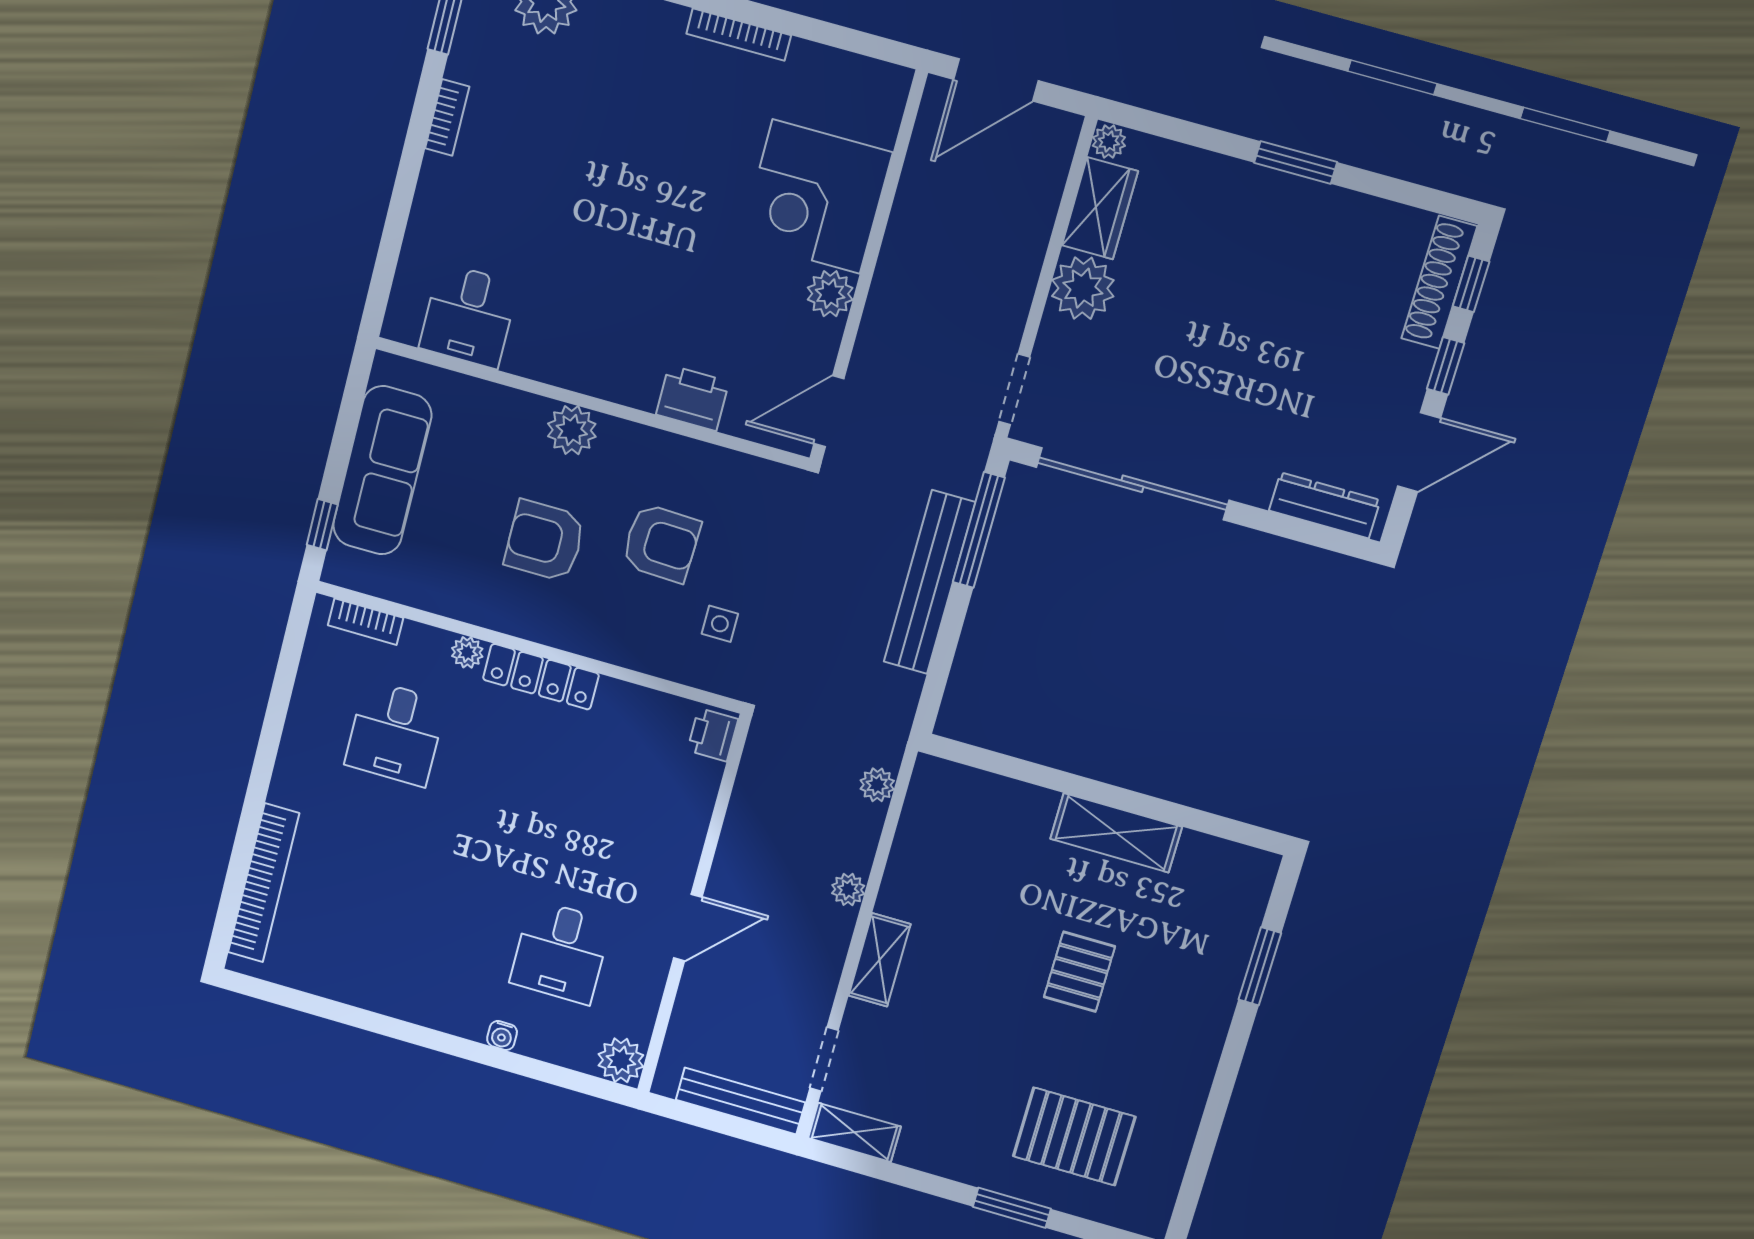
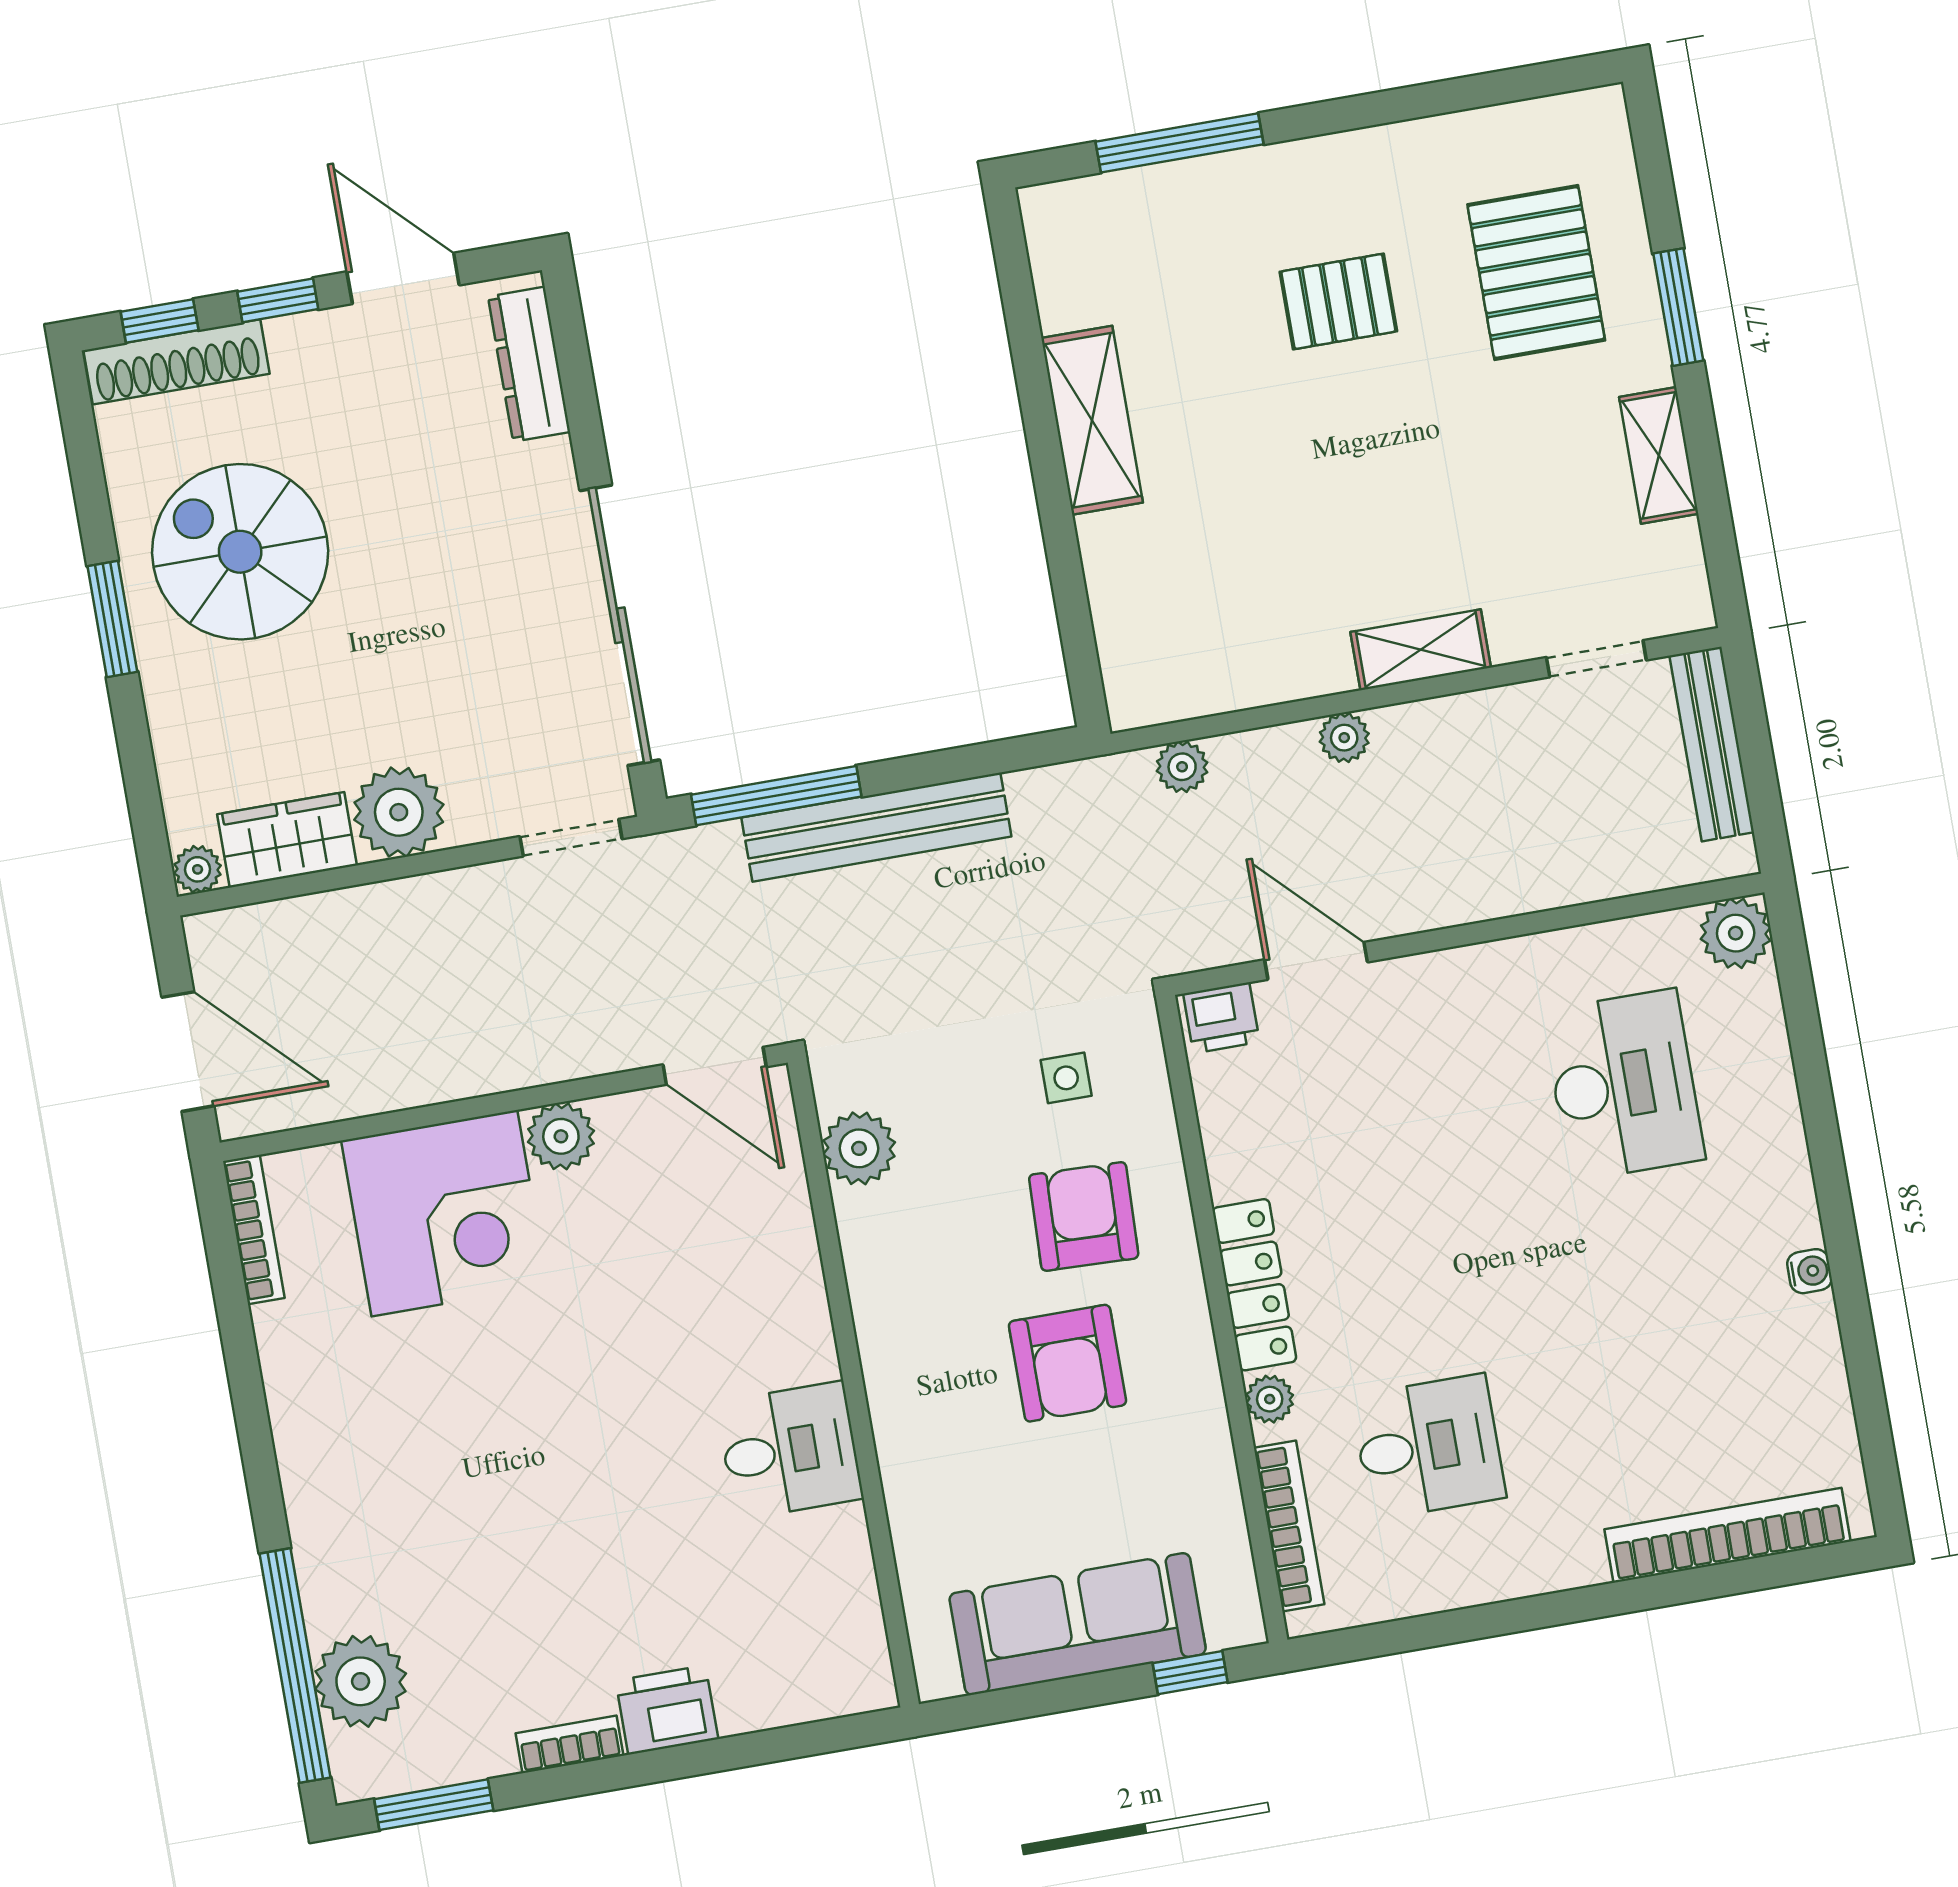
bookcase: (739, 35) -> (254, 1230), moved
spiral stairs: (1298, 266) -> (240, 552), added
desk: (469, 316) -> (790, 1451), moved
printer: (693, 398) -> (667, 1710), moved, turned 90
plant: (572, 430) -> (859, 1148), moved
armchair: (661, 543) -> (1084, 1216), moved
bookcase: (366, 622) -> (1289, 1526), width x1.56
door: (688, 927) -> (1316, 961), moved
desk: (560, 952) -> (1623, 1085), width x1.37
window: (1260, 966) -> (1179, 143), width x1.44
pallet: (1079, 972) -> (1338, 302), moved
water cooler: (502, 1036) -> (1809, 1271), moved
shelving: (854, 1132) -> (1659, 455), moved

